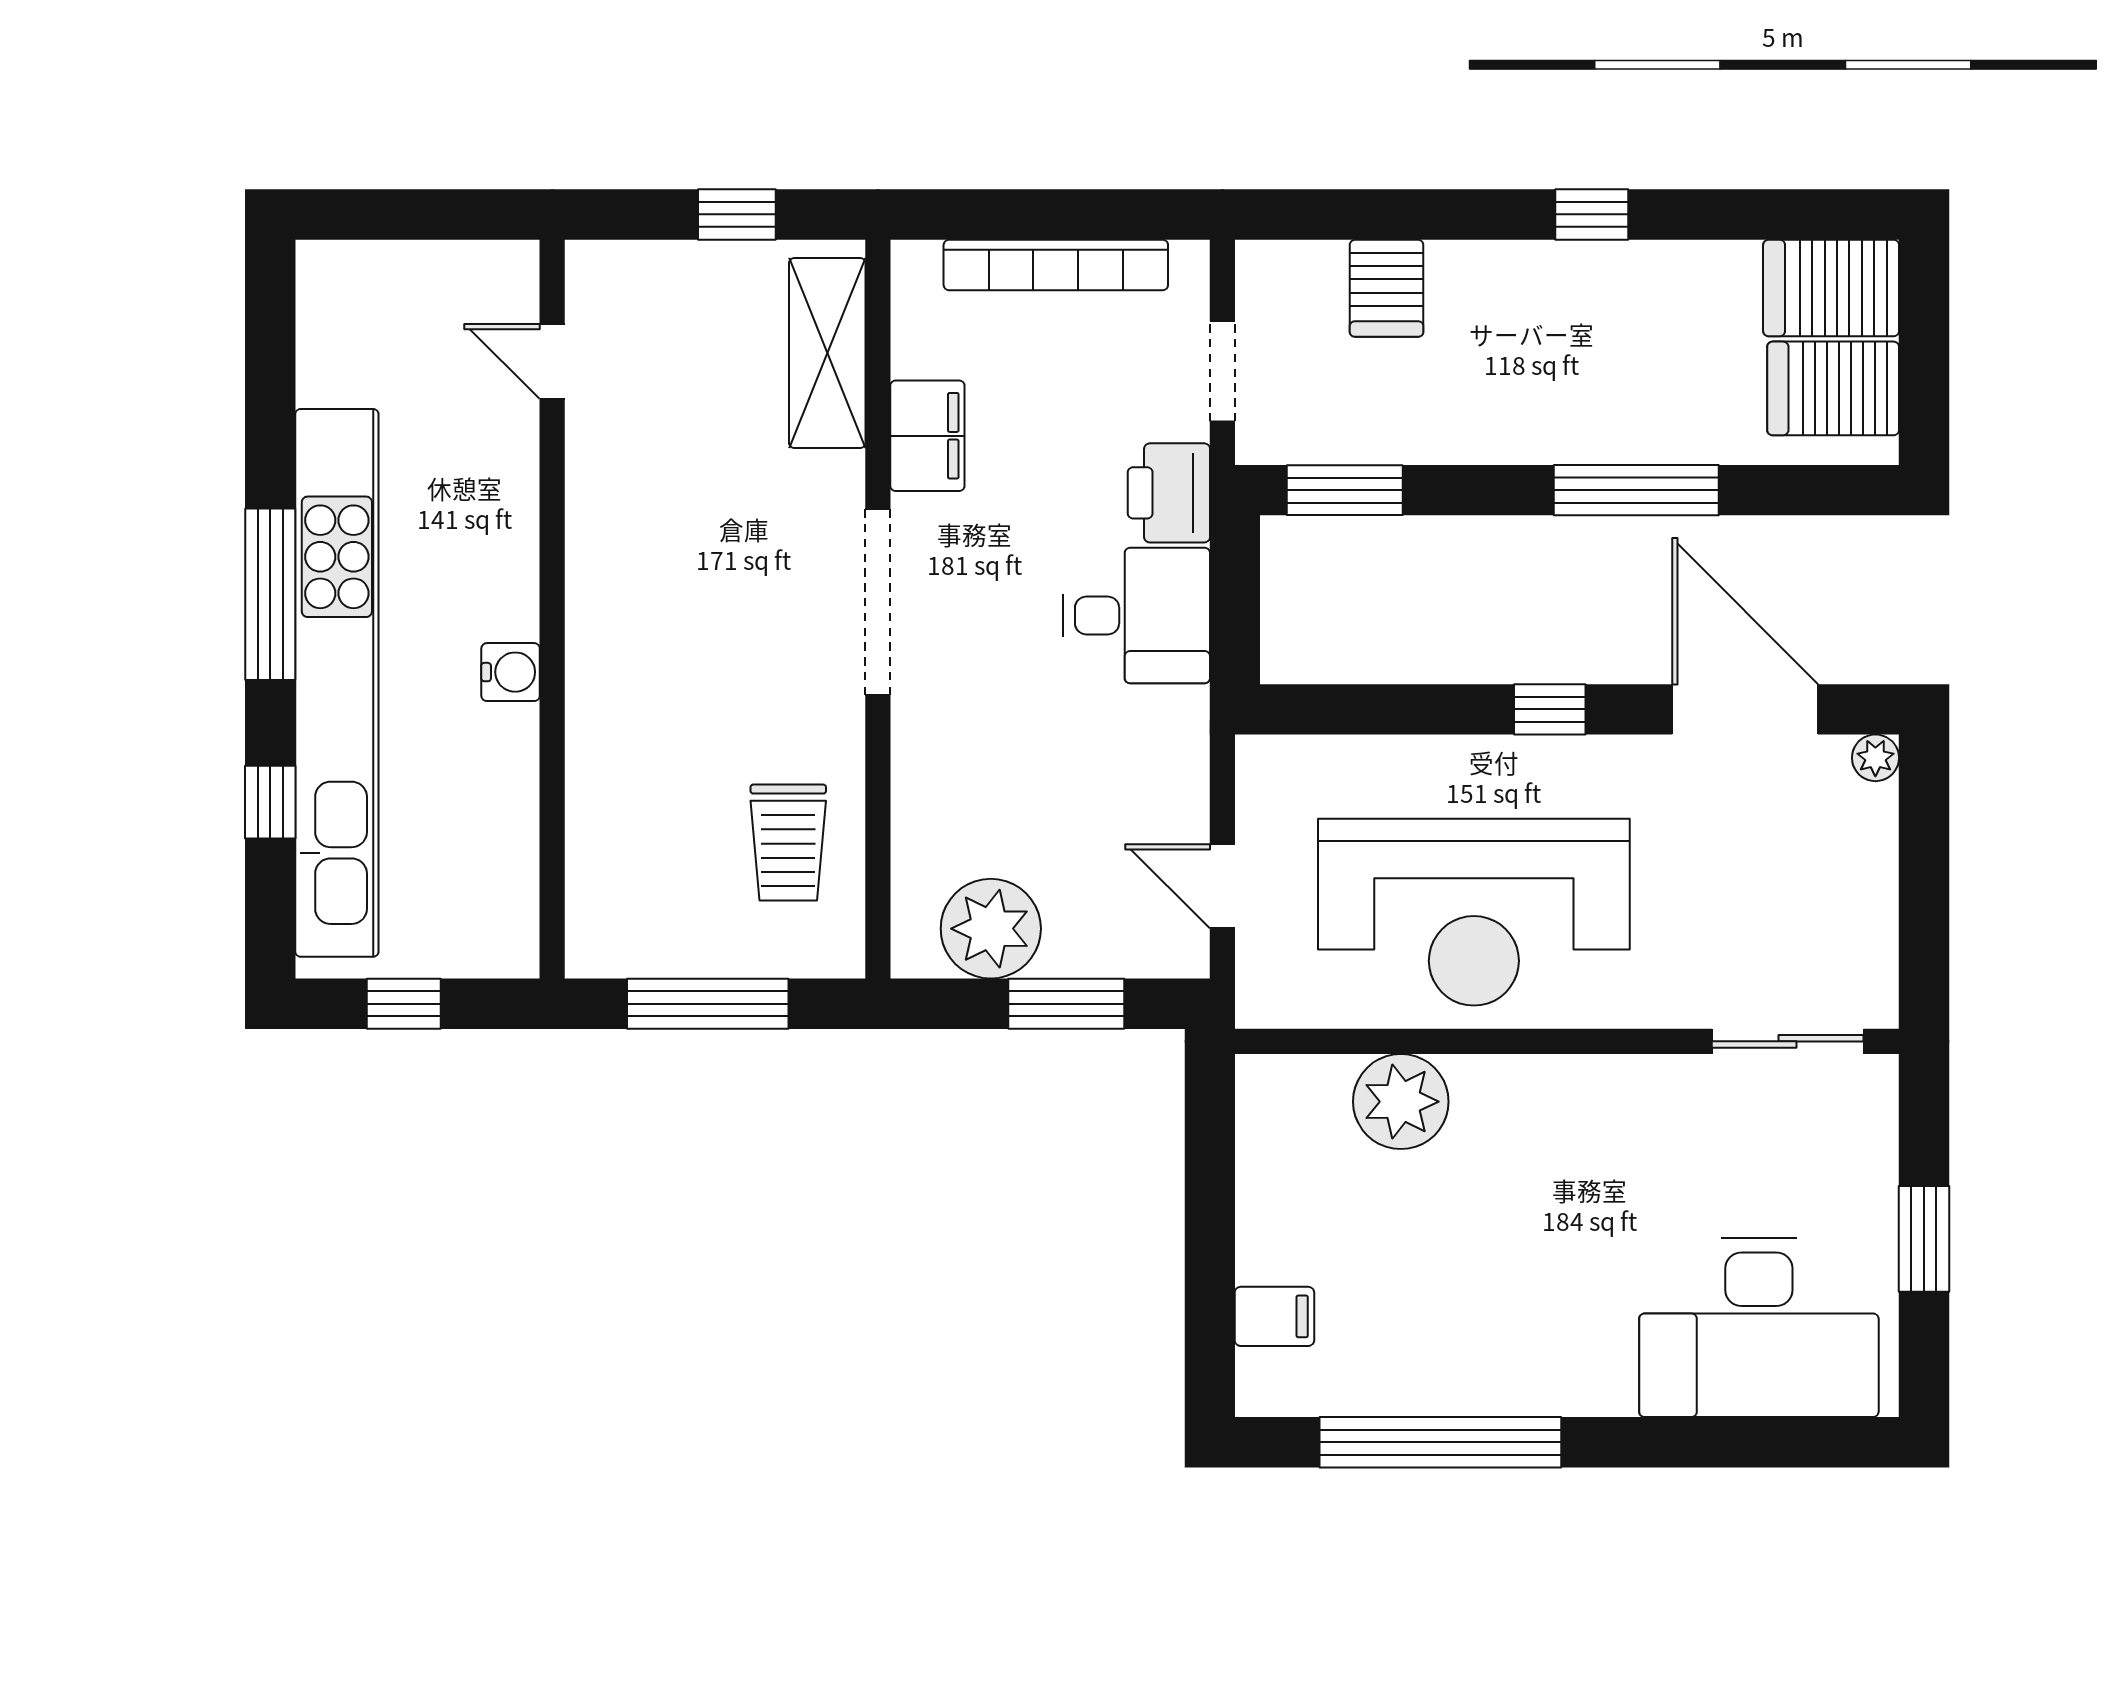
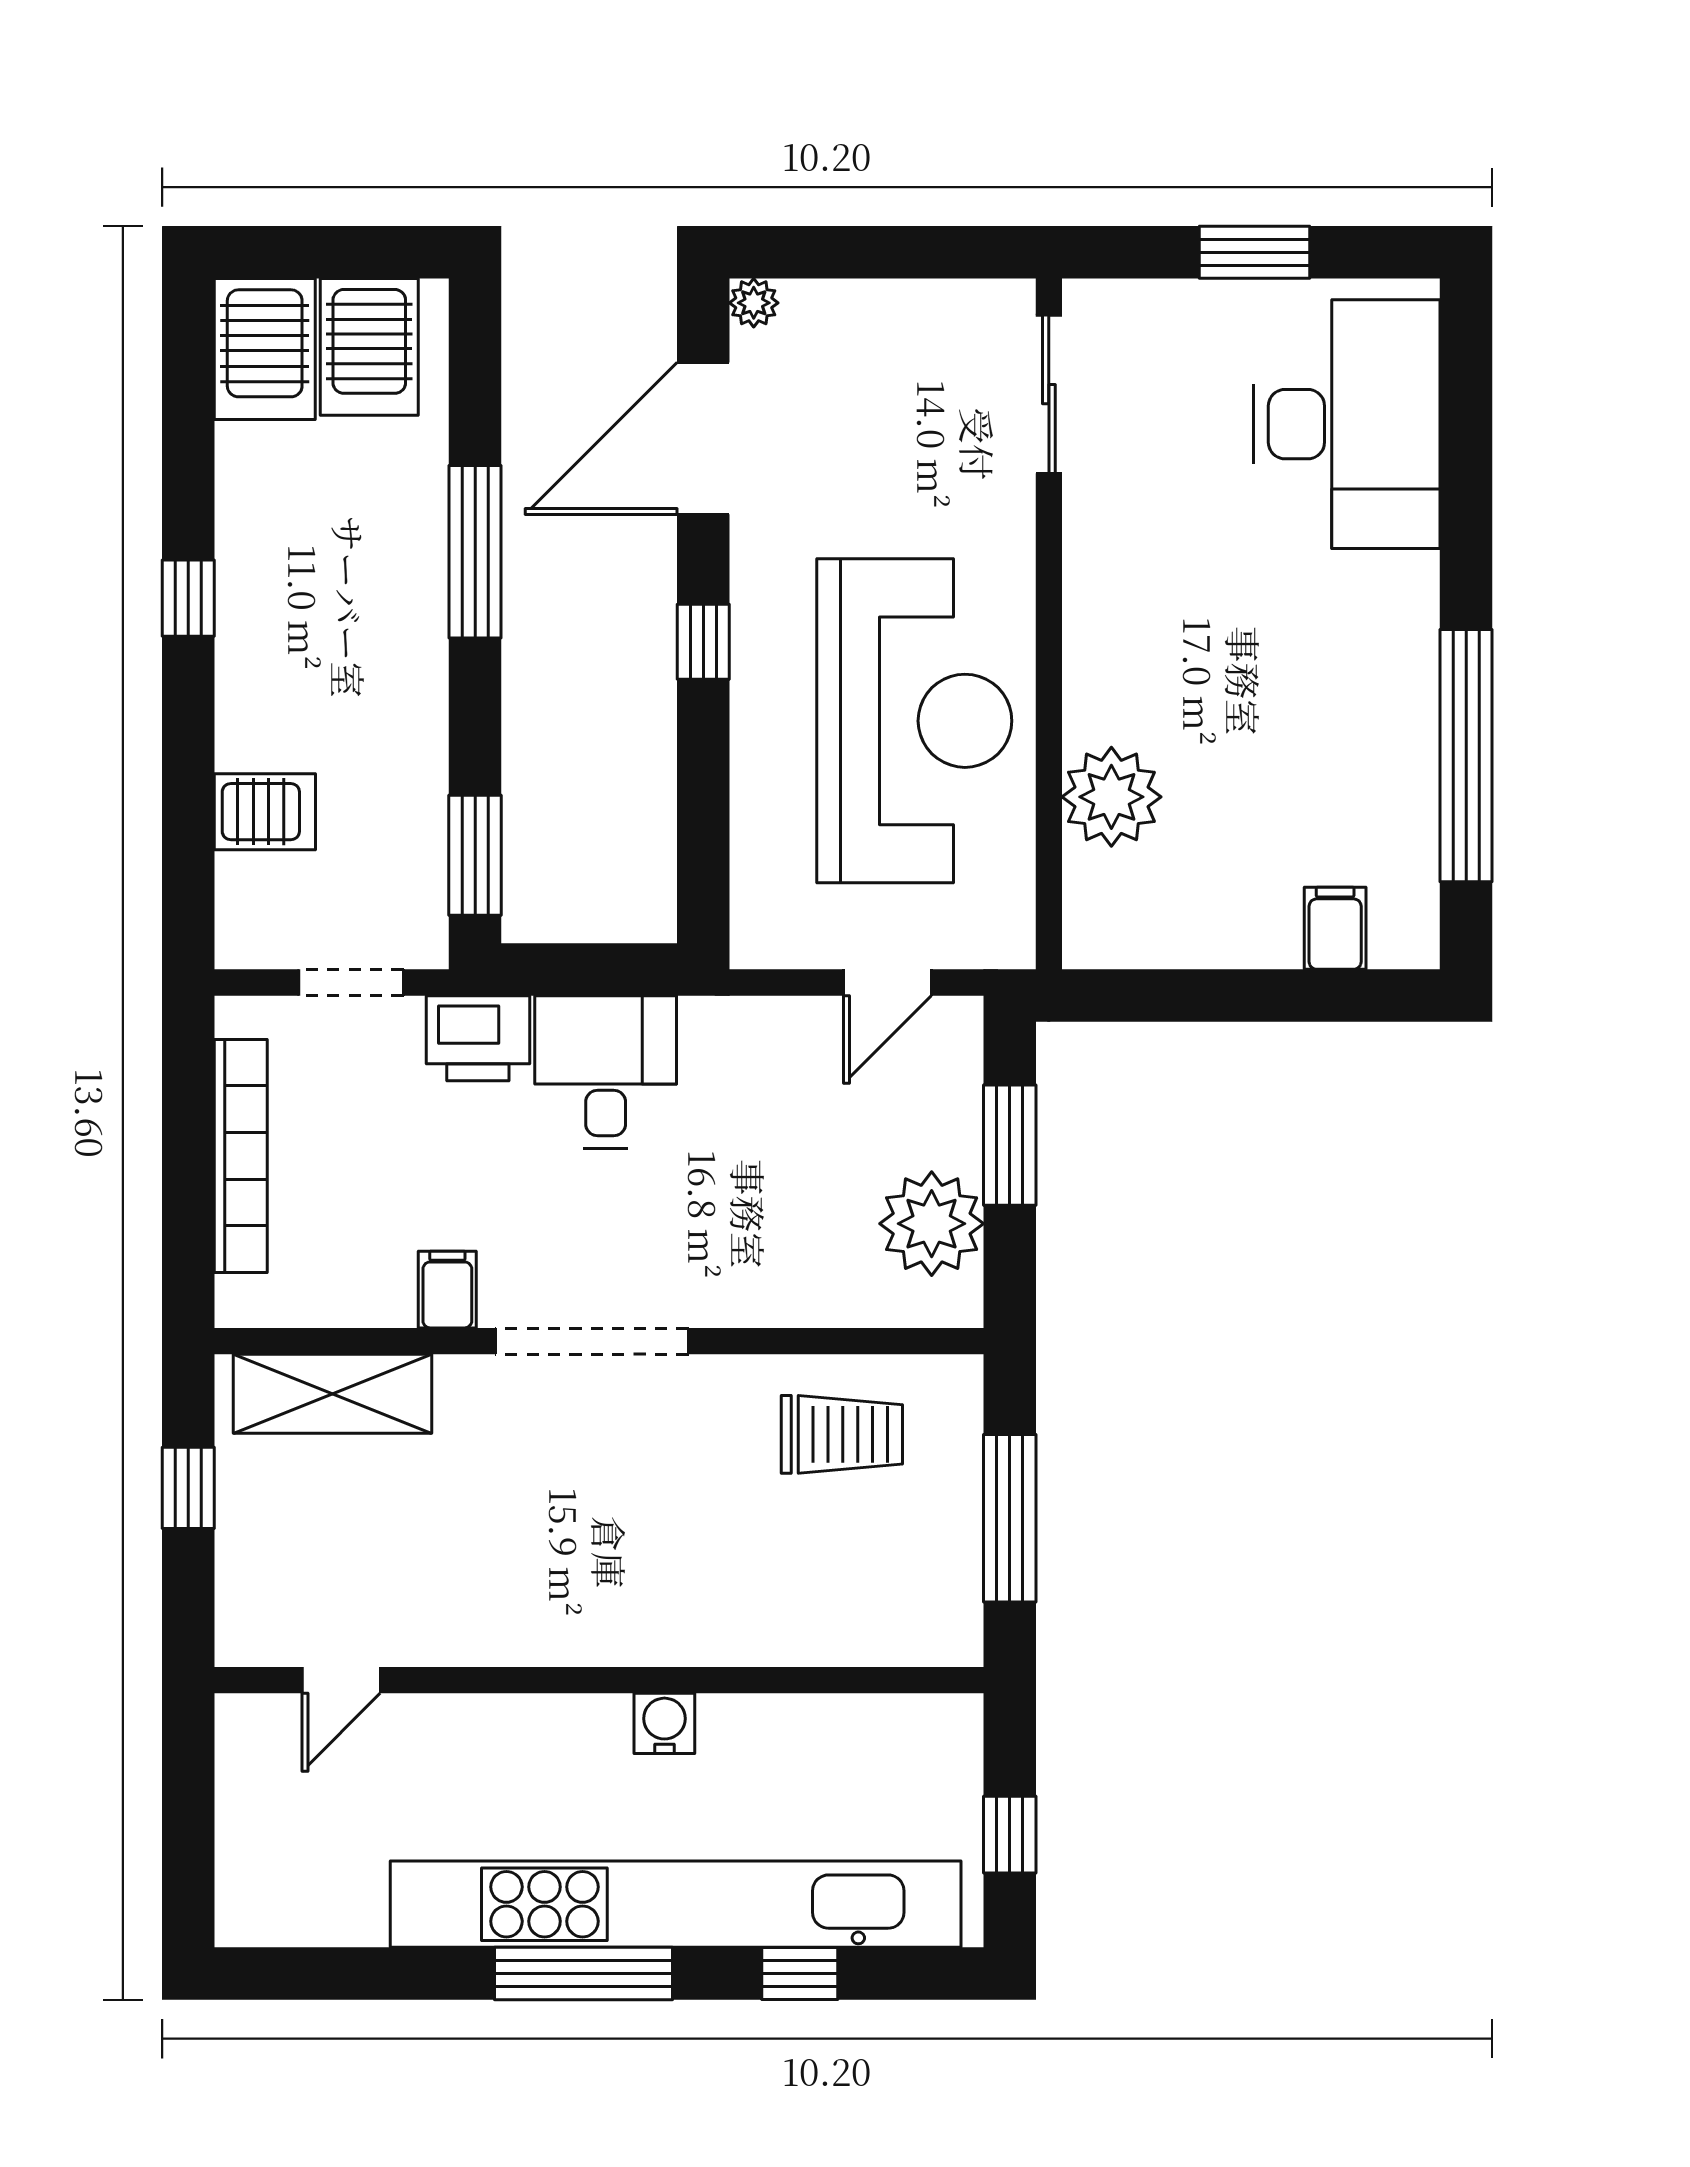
filing cabinet: (927, 436) -> (447, 1290), width x0.50

